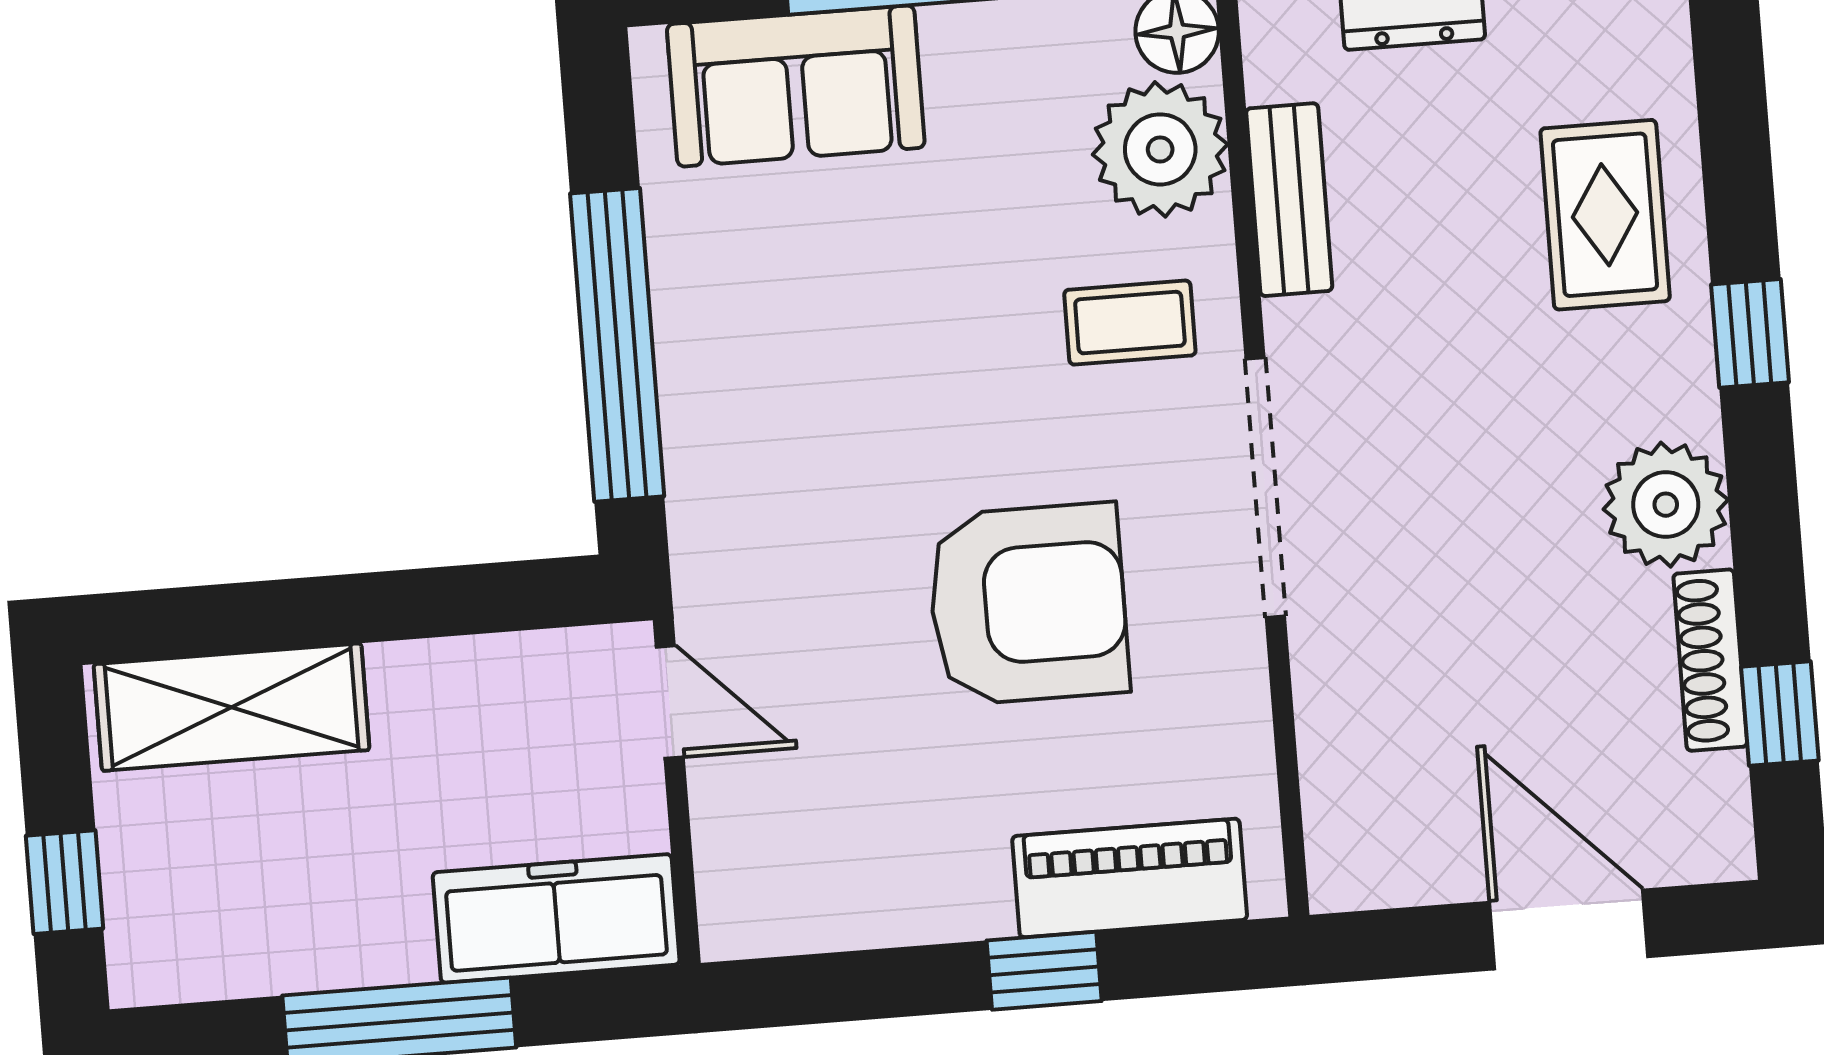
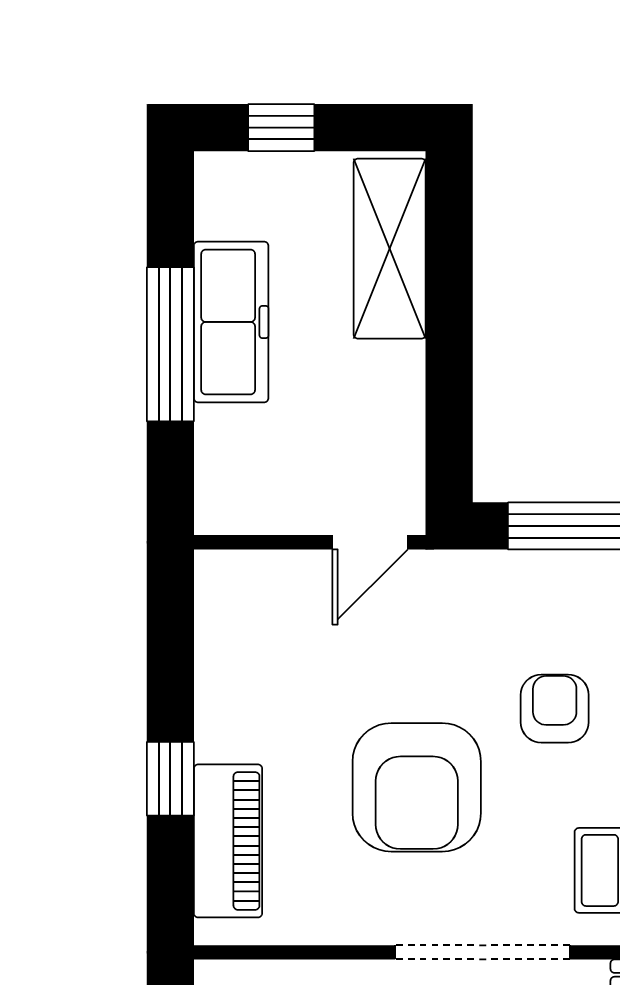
armchair: (895, 408) -> (555, 709), added
freezer: (556, 918) -> (231, 322), moved

